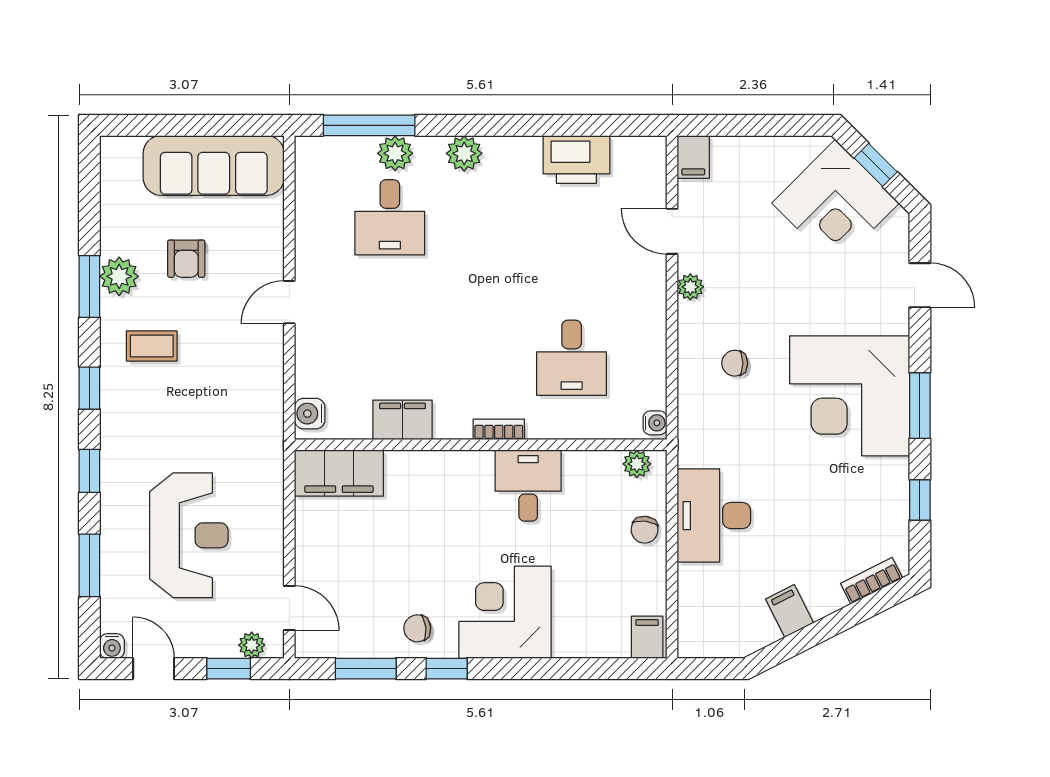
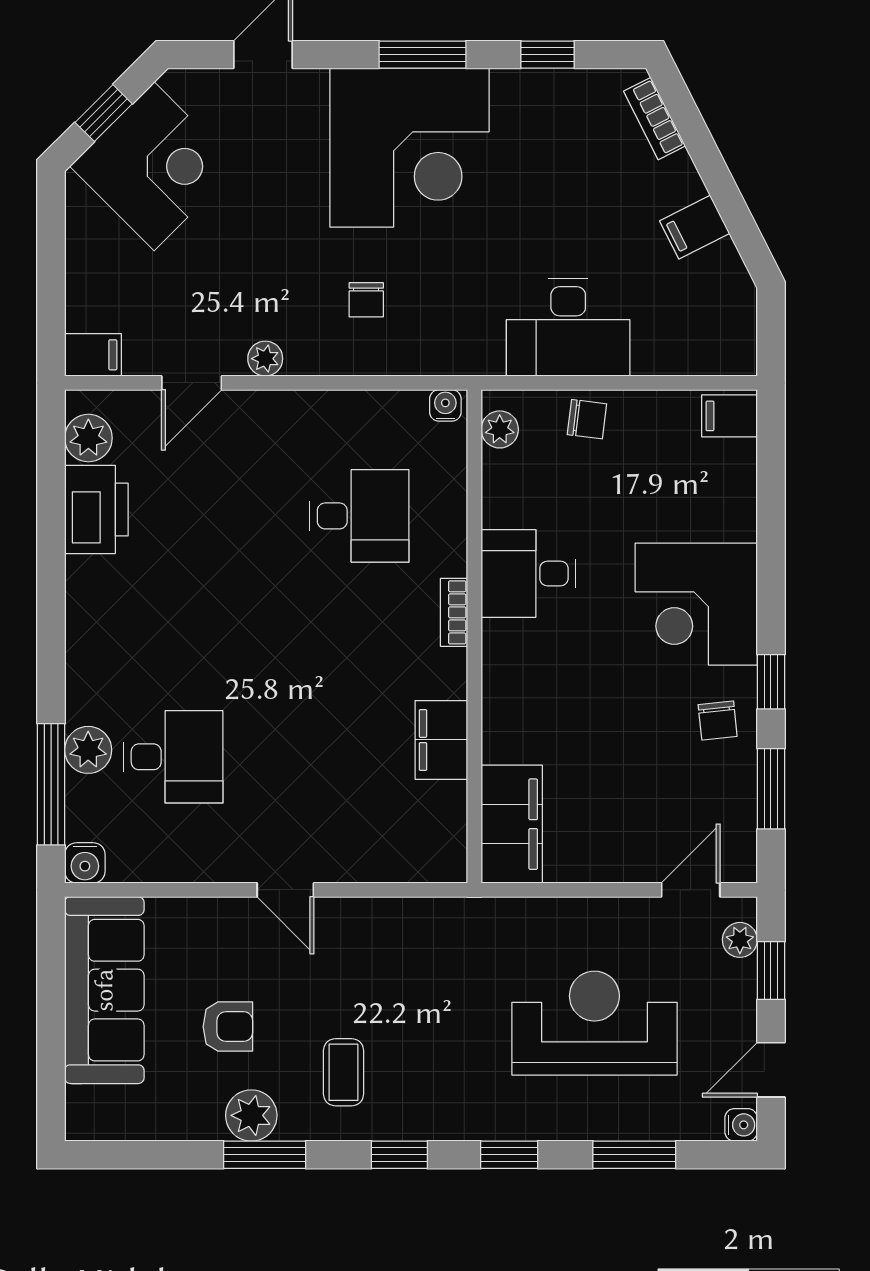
plant: (464, 153) -> (88, 438), moved
water cooler: (310, 414) -> (85, 863), moved

